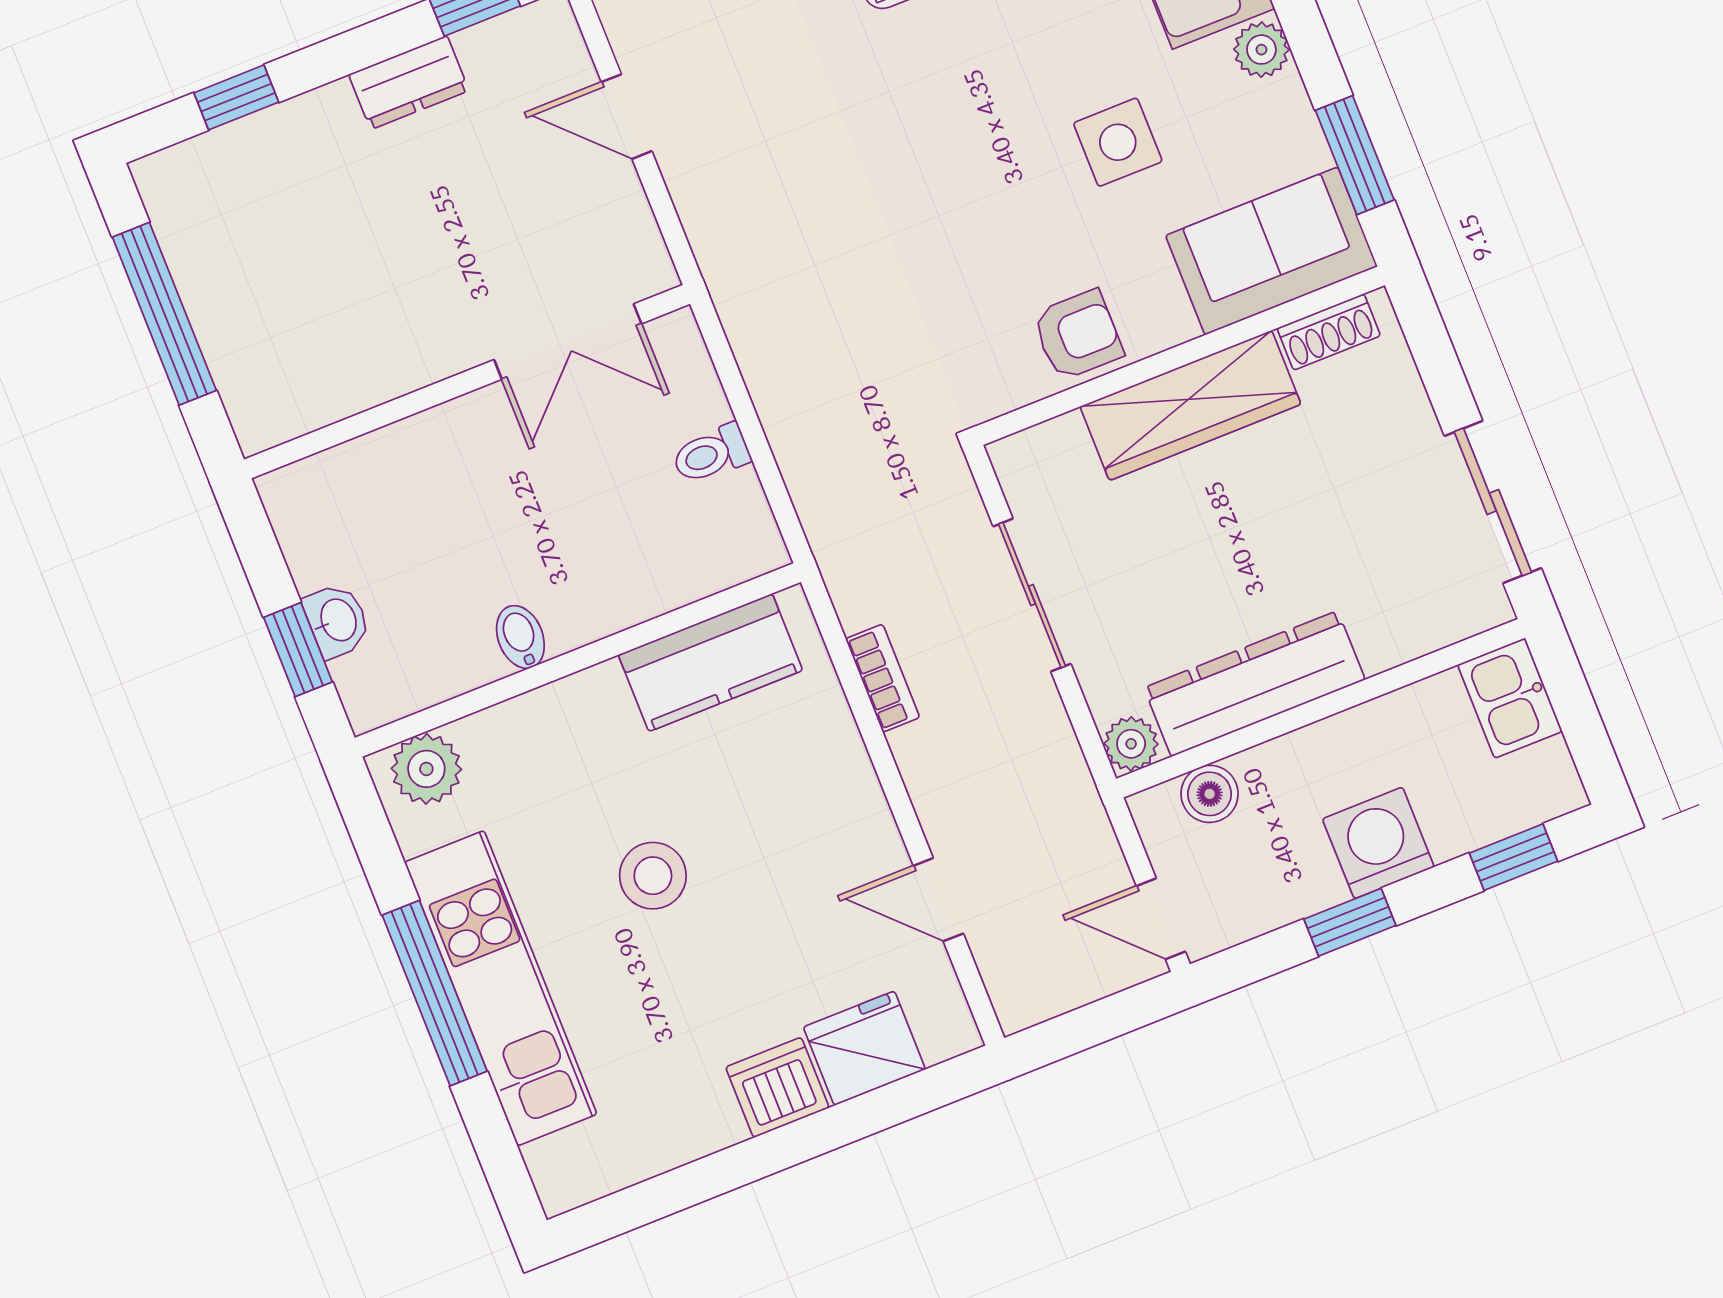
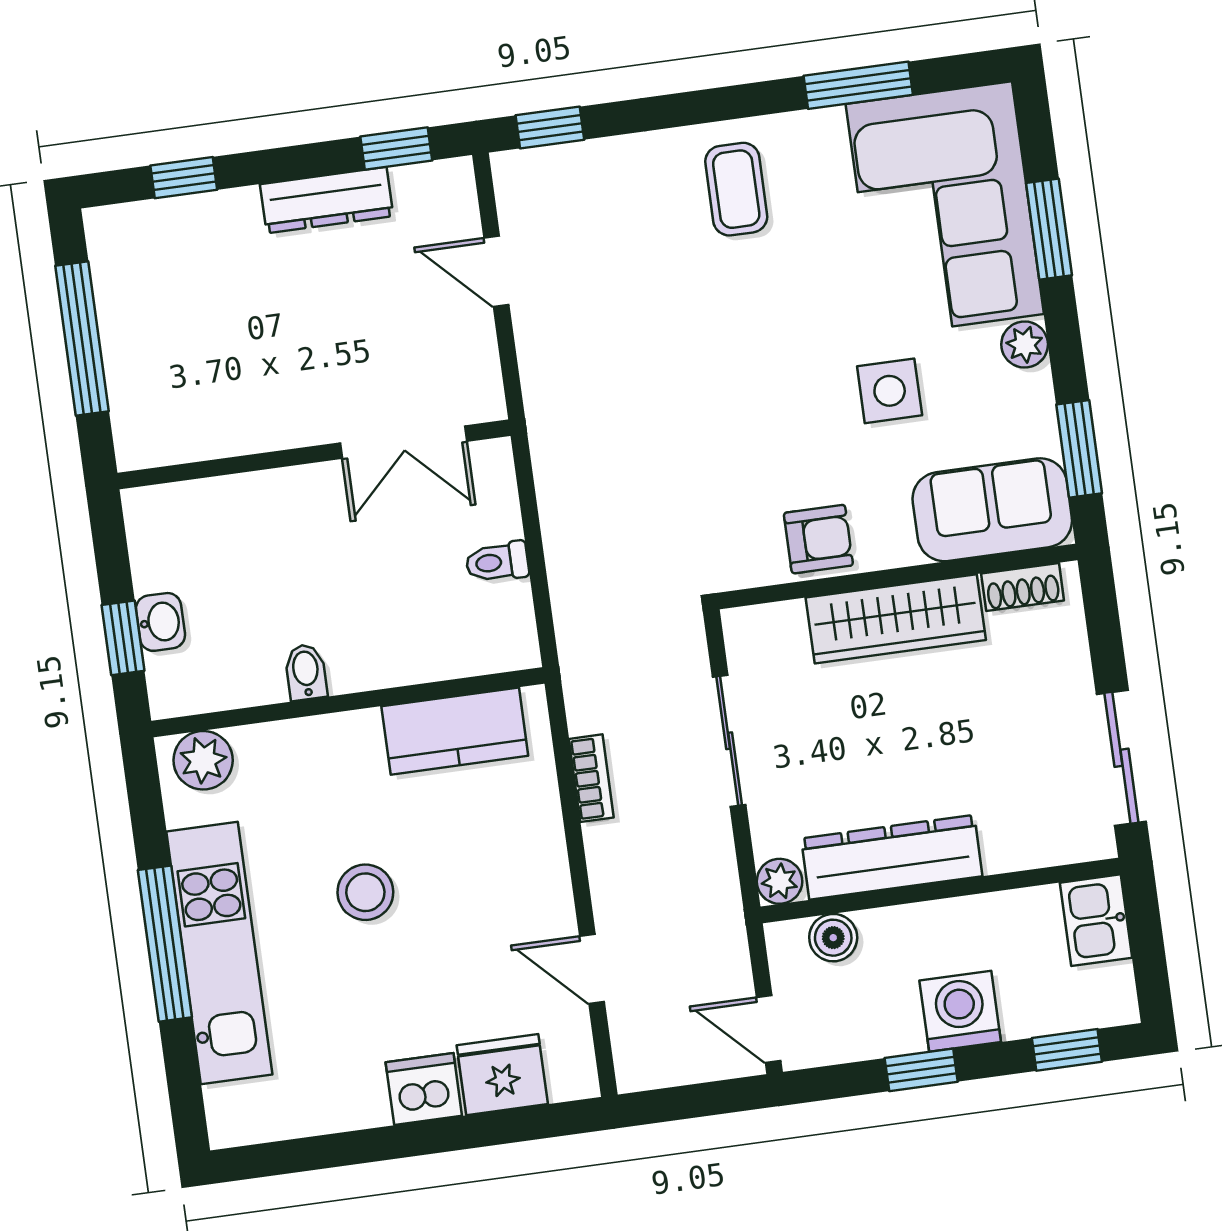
dresser: (409, 83) -> (327, 200), width x1.44

